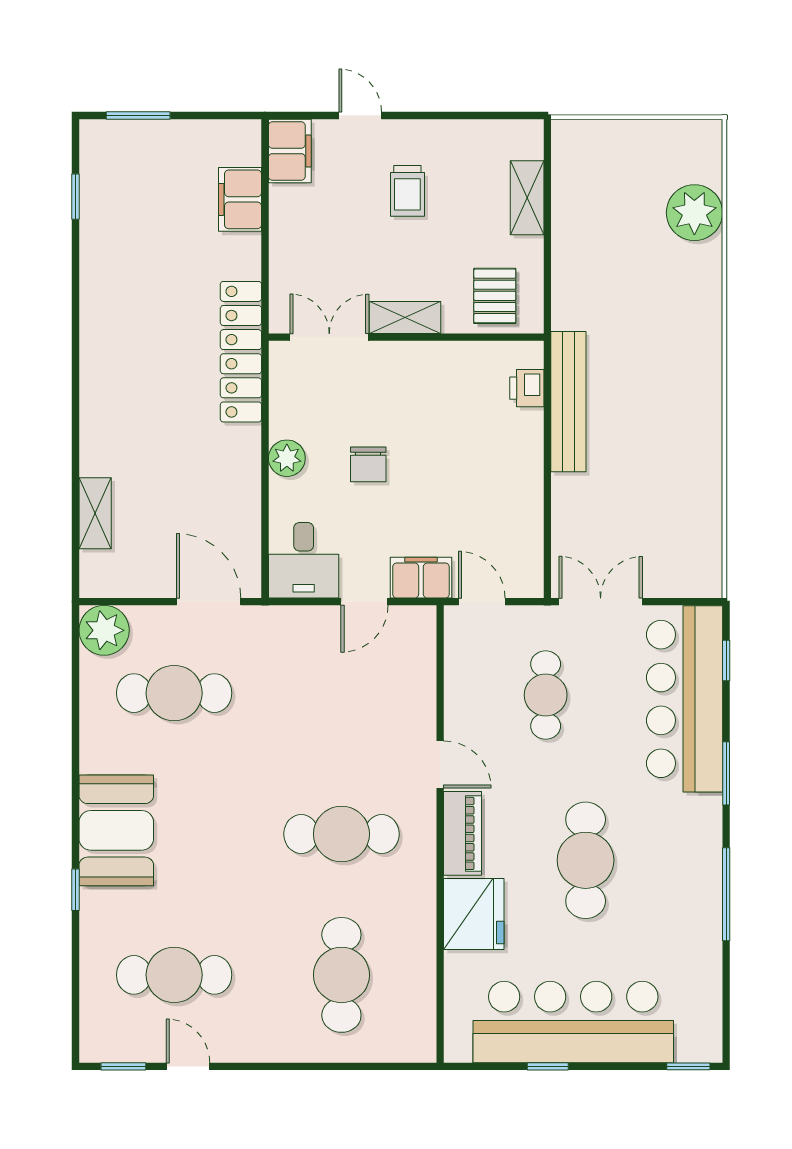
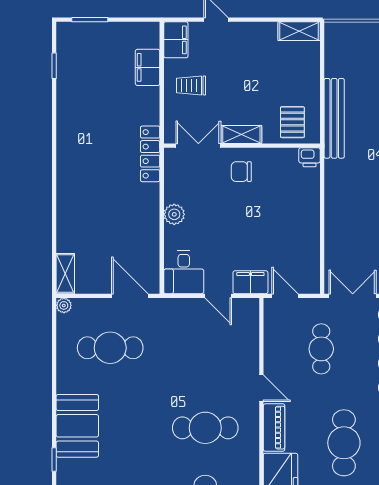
trolley: (407, 191) -> (191, 85), moved, turned 90
shelving: (527, 198) -> (299, 31), moved, turned 90
locker: (241, 352) -> (150, 154), width x0.71, depth x0.83
printer: (527, 388) -> (310, 157), moved, turned -90
bench: (568, 402) -> (334, 118), moved
chair: (368, 464) -> (241, 172), moved, turned 90
shelving: (95, 513) -> (65, 274), moved
door: (364, 602) -> (218, 296), hinge flipped
plant: (104, 630) -> (64, 305), width x0.53, depth x0.53

